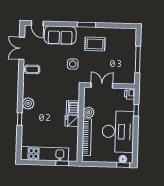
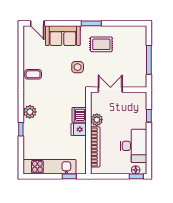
double door: (22, 48) -> (21, 51), removed
printer: (130, 94) -> (141, 98), removed
desk: (118, 132) -> (133, 146), width x0.73, depth x0.77

